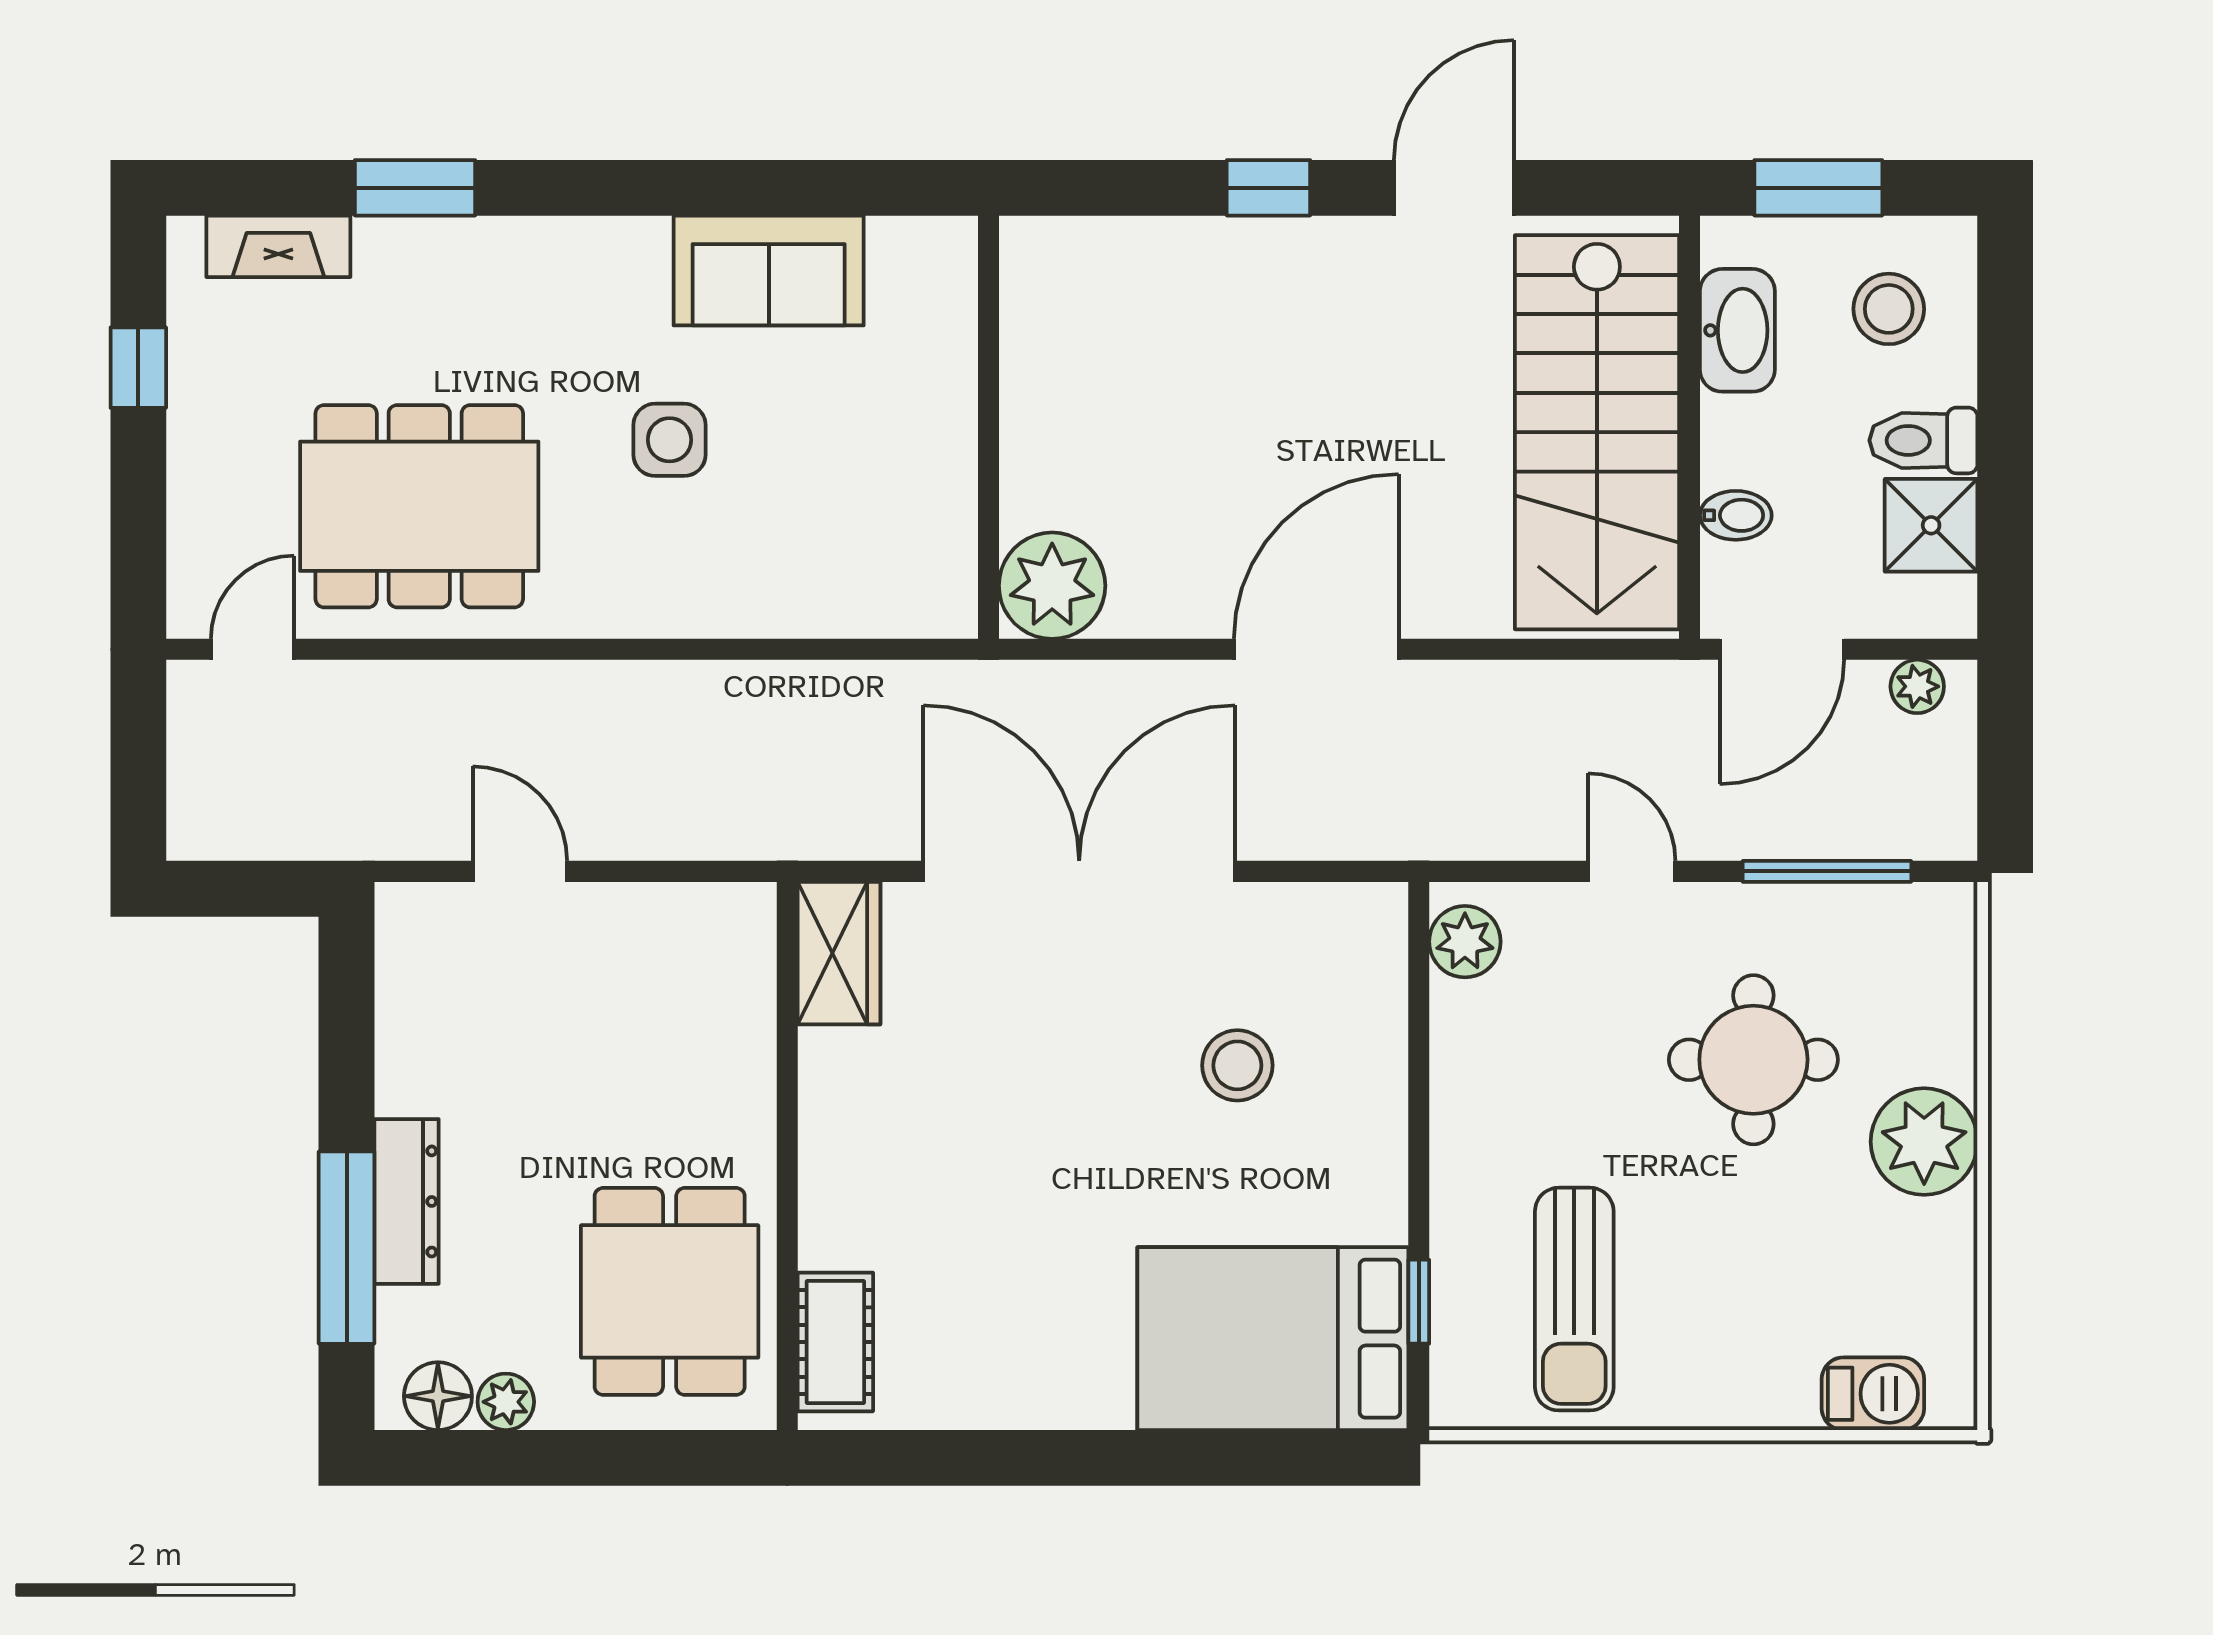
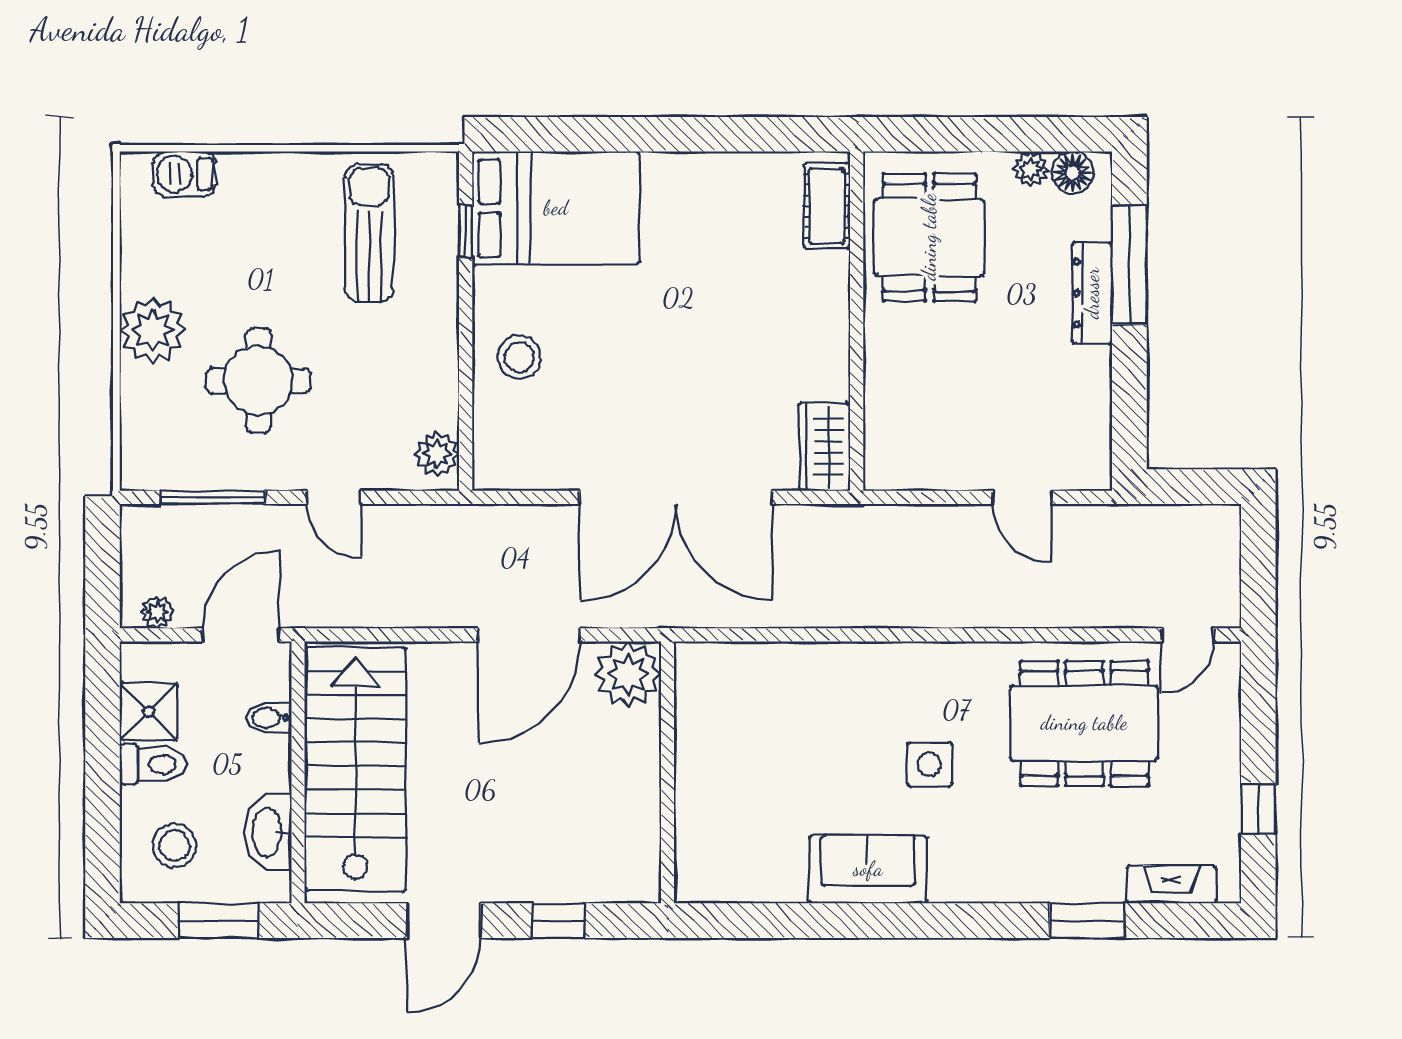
wall: (988, 427) -> (668, 772), moved
plant: (1052, 586) -> (628, 674), moved
stool: (1237, 1065) -> (519, 357), moved

